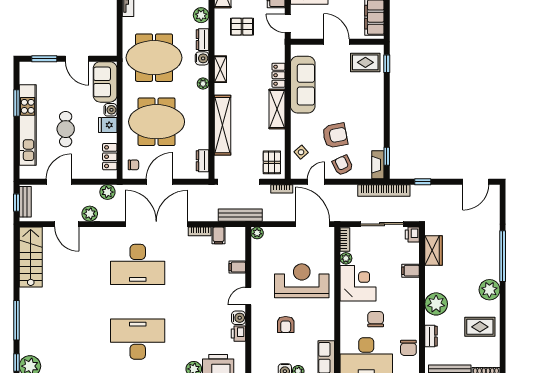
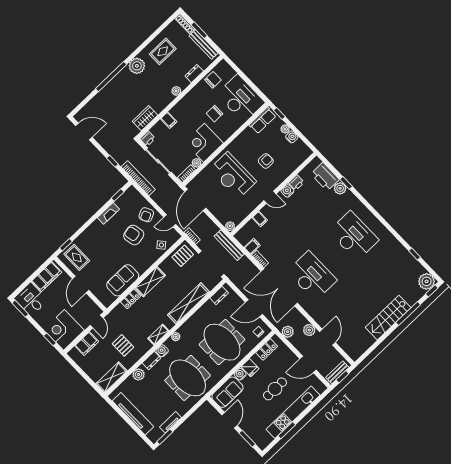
sofa: (303, 85) -> (123, 280), width x0.73
fireplace: (378, 165) -> (108, 213), moved
stairs: (31, 257) -> (388, 318), moved
plant: (436, 304) -> (176, 91), width x0.53, depth x0.53
rug: (480, 327) -> (163, 51), turned 90
desk: (138, 339) -> (354, 236), turned 180

